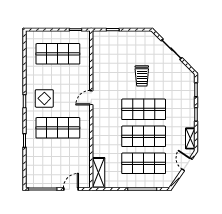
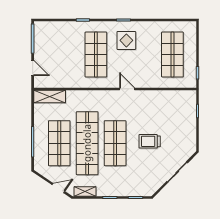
shop shelf: (144, 136) -> (87, 143), width x1.40

